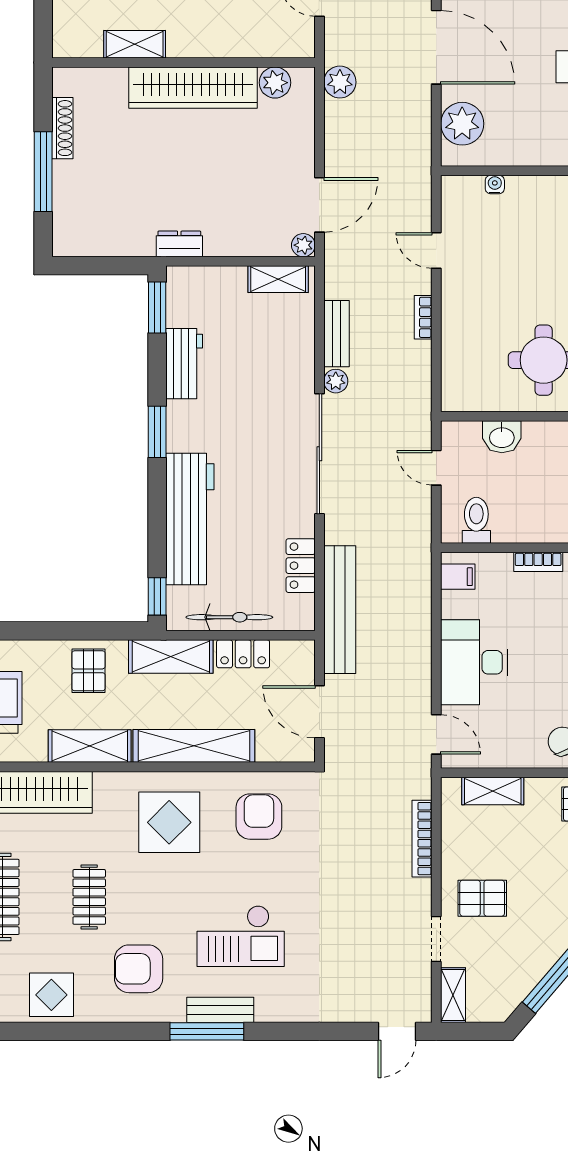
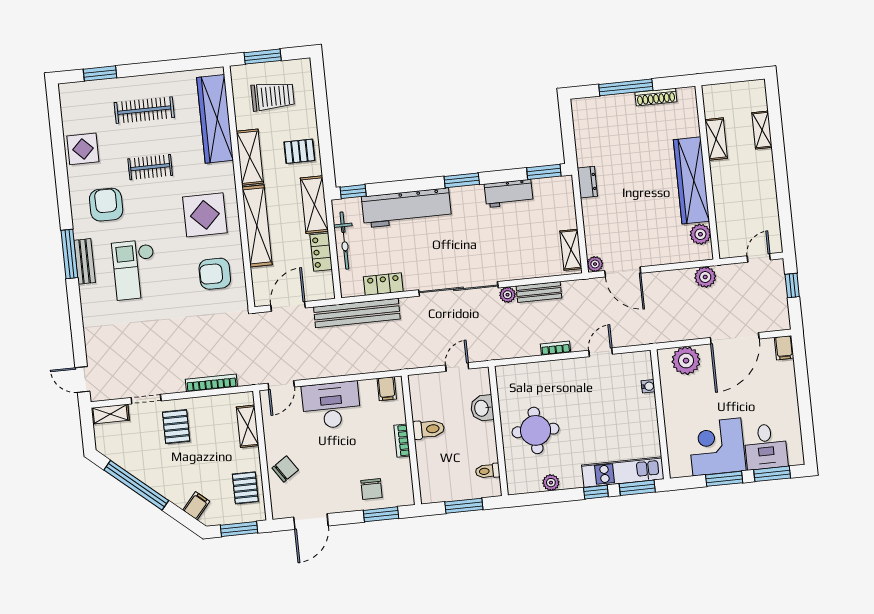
toilet: (476, 520) -> (429, 429), moved
armchair: (259, 817) -> (215, 274), turned 180

